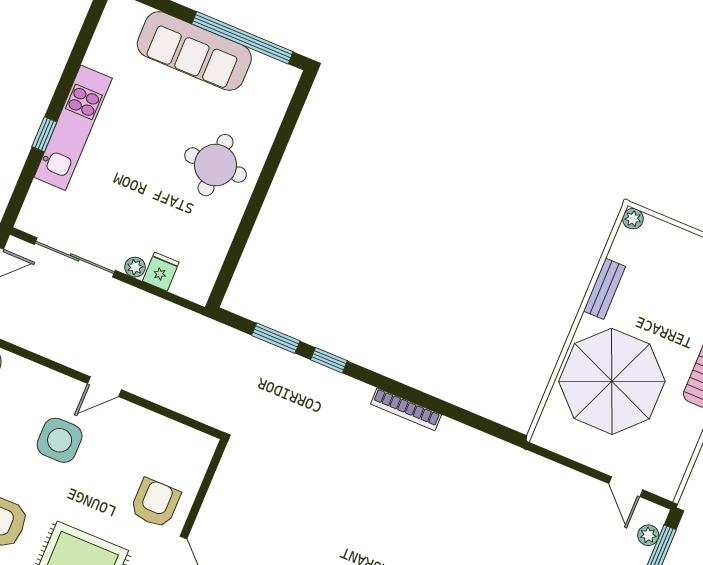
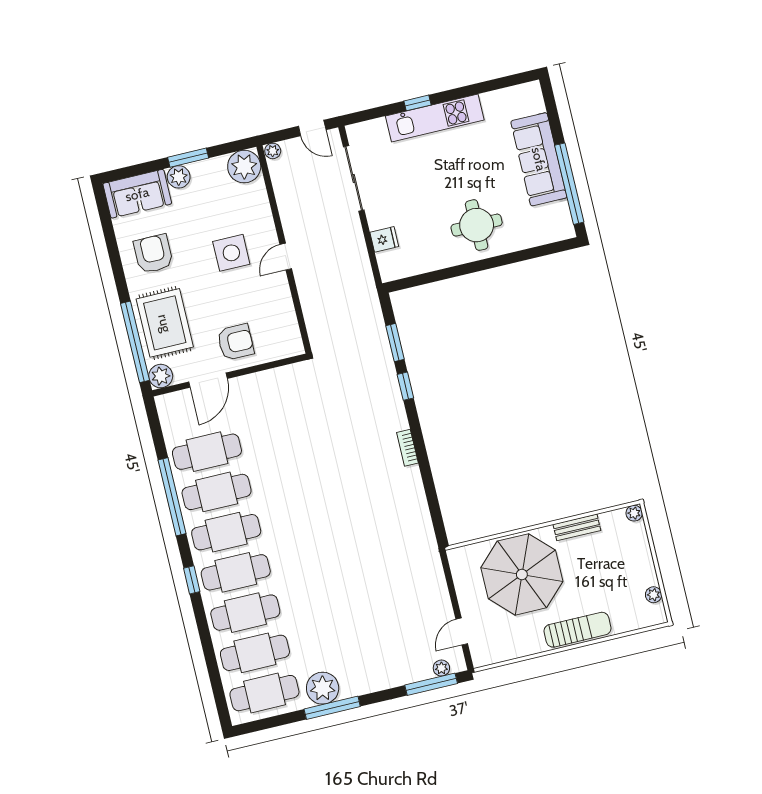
plant: (135, 267) -> (375, 221), removed
door: (104, 387) -> (286, 257), hinge flipped
bookcase: (406, 409) -> (407, 448), width x0.64

